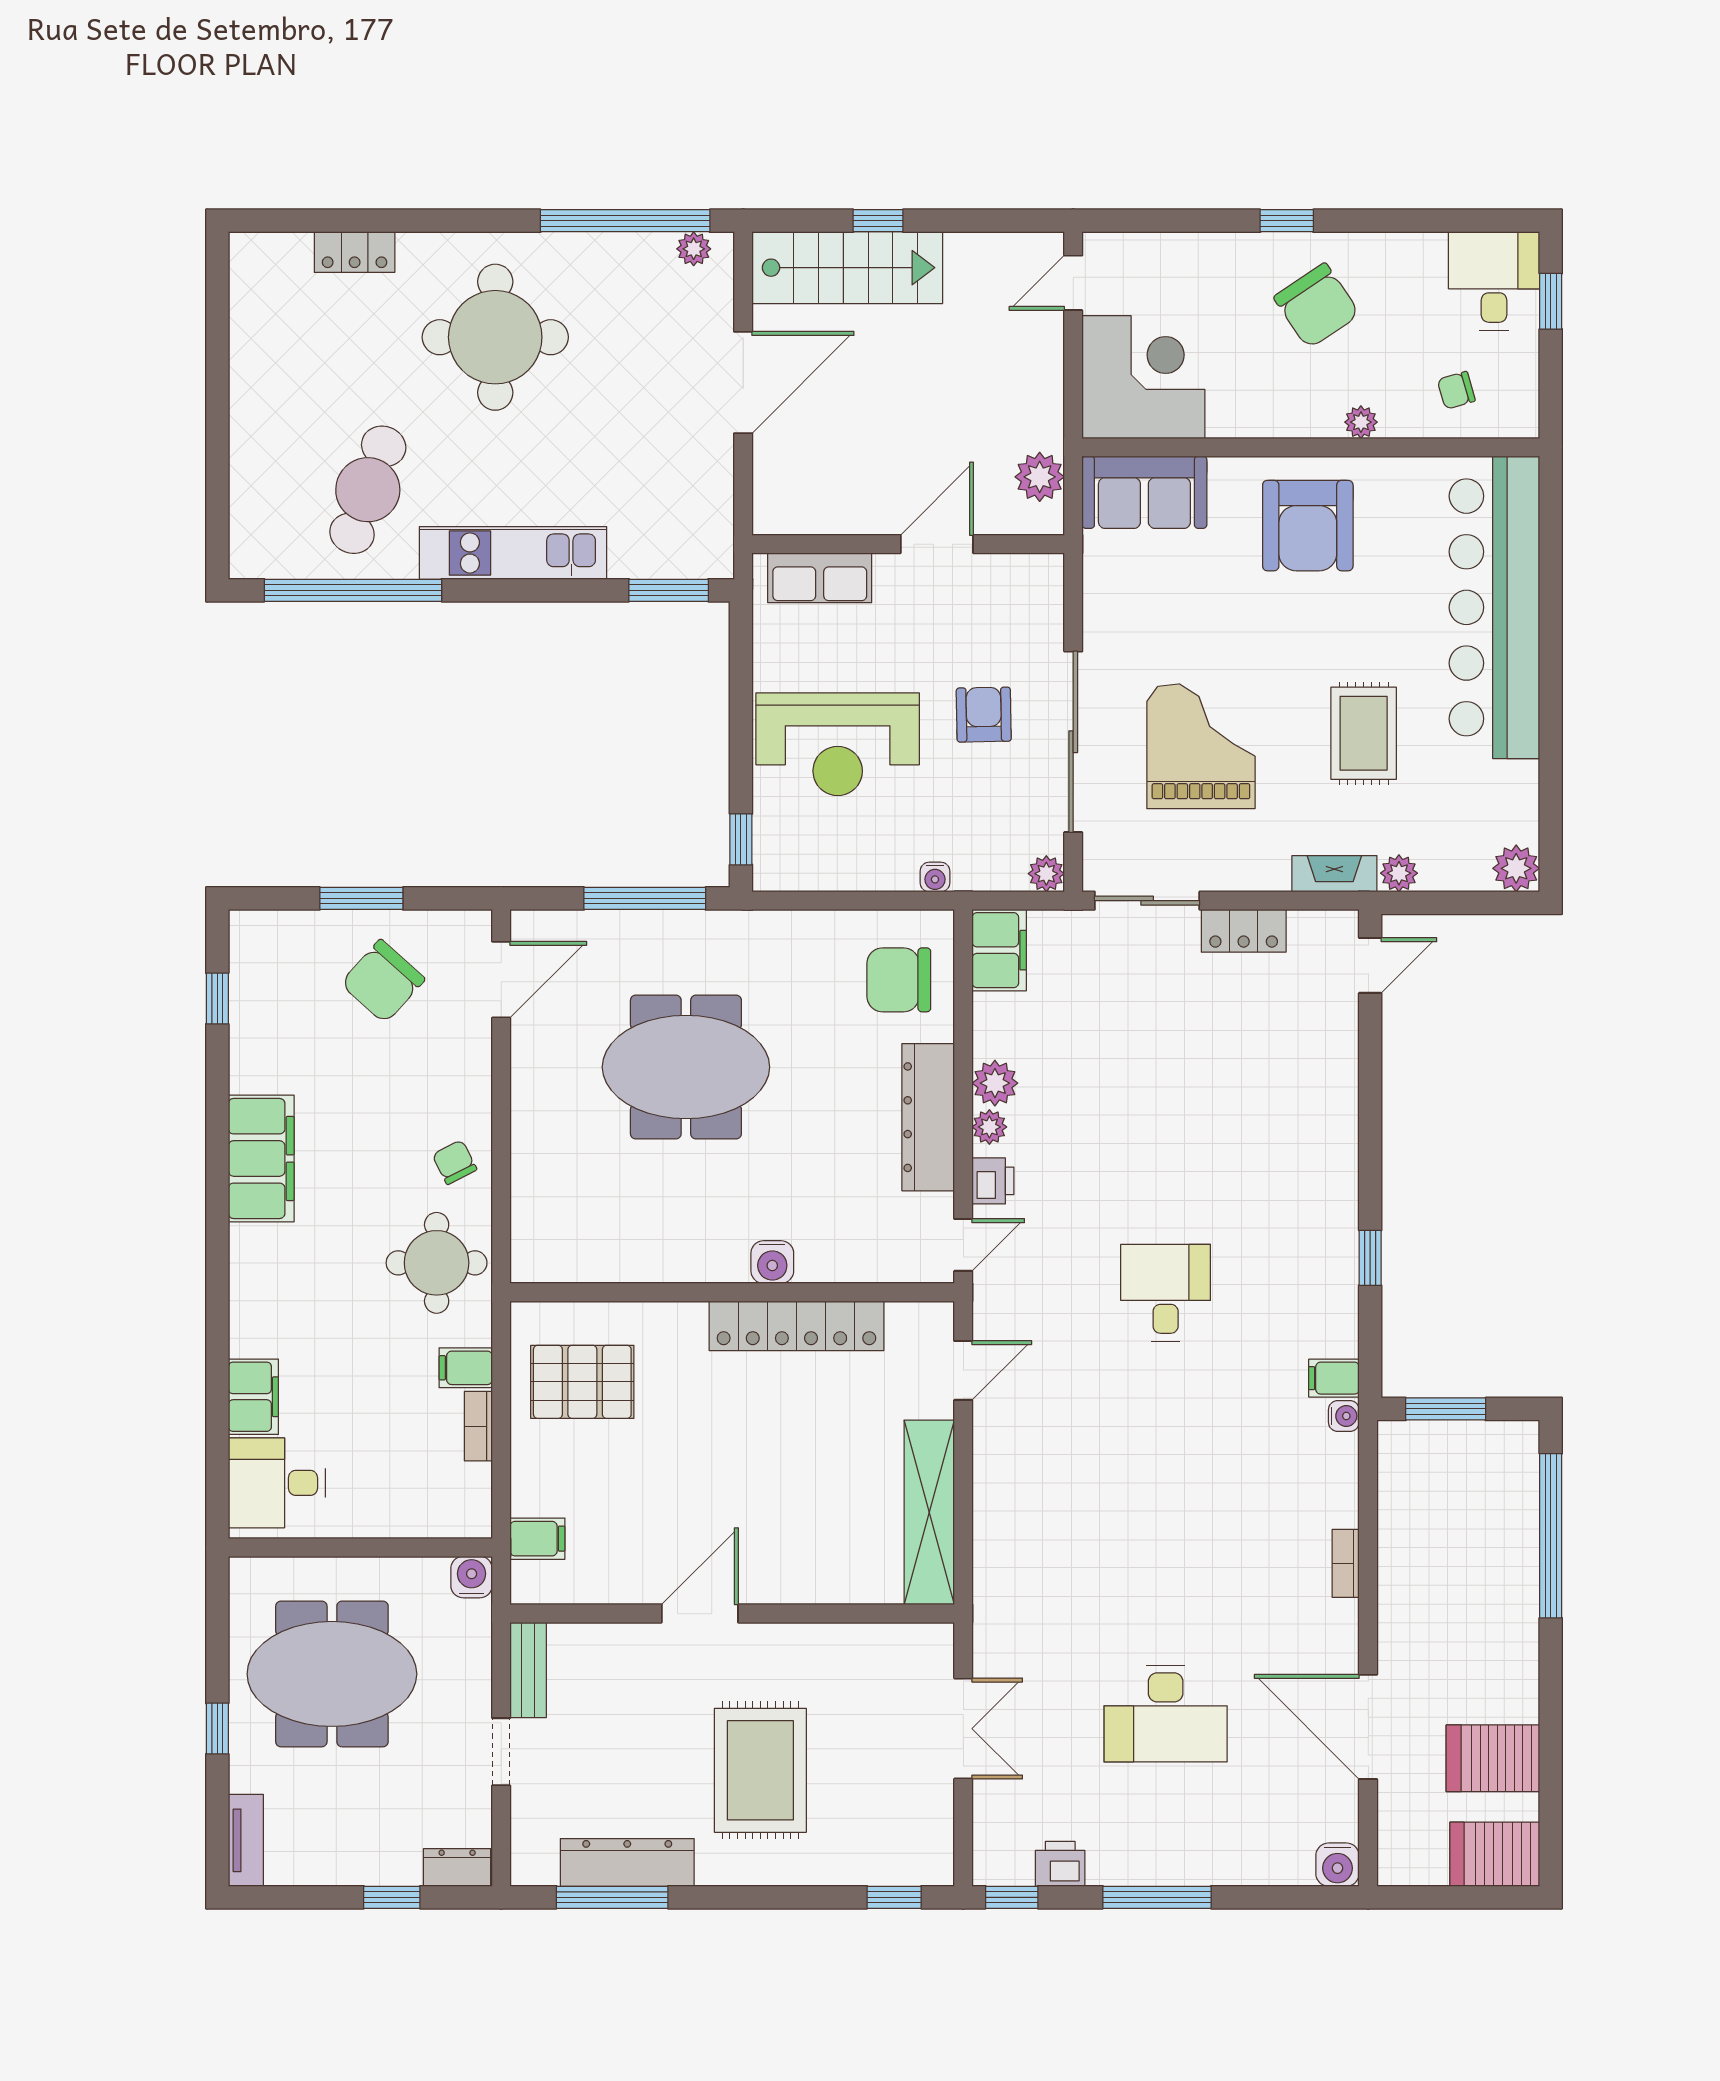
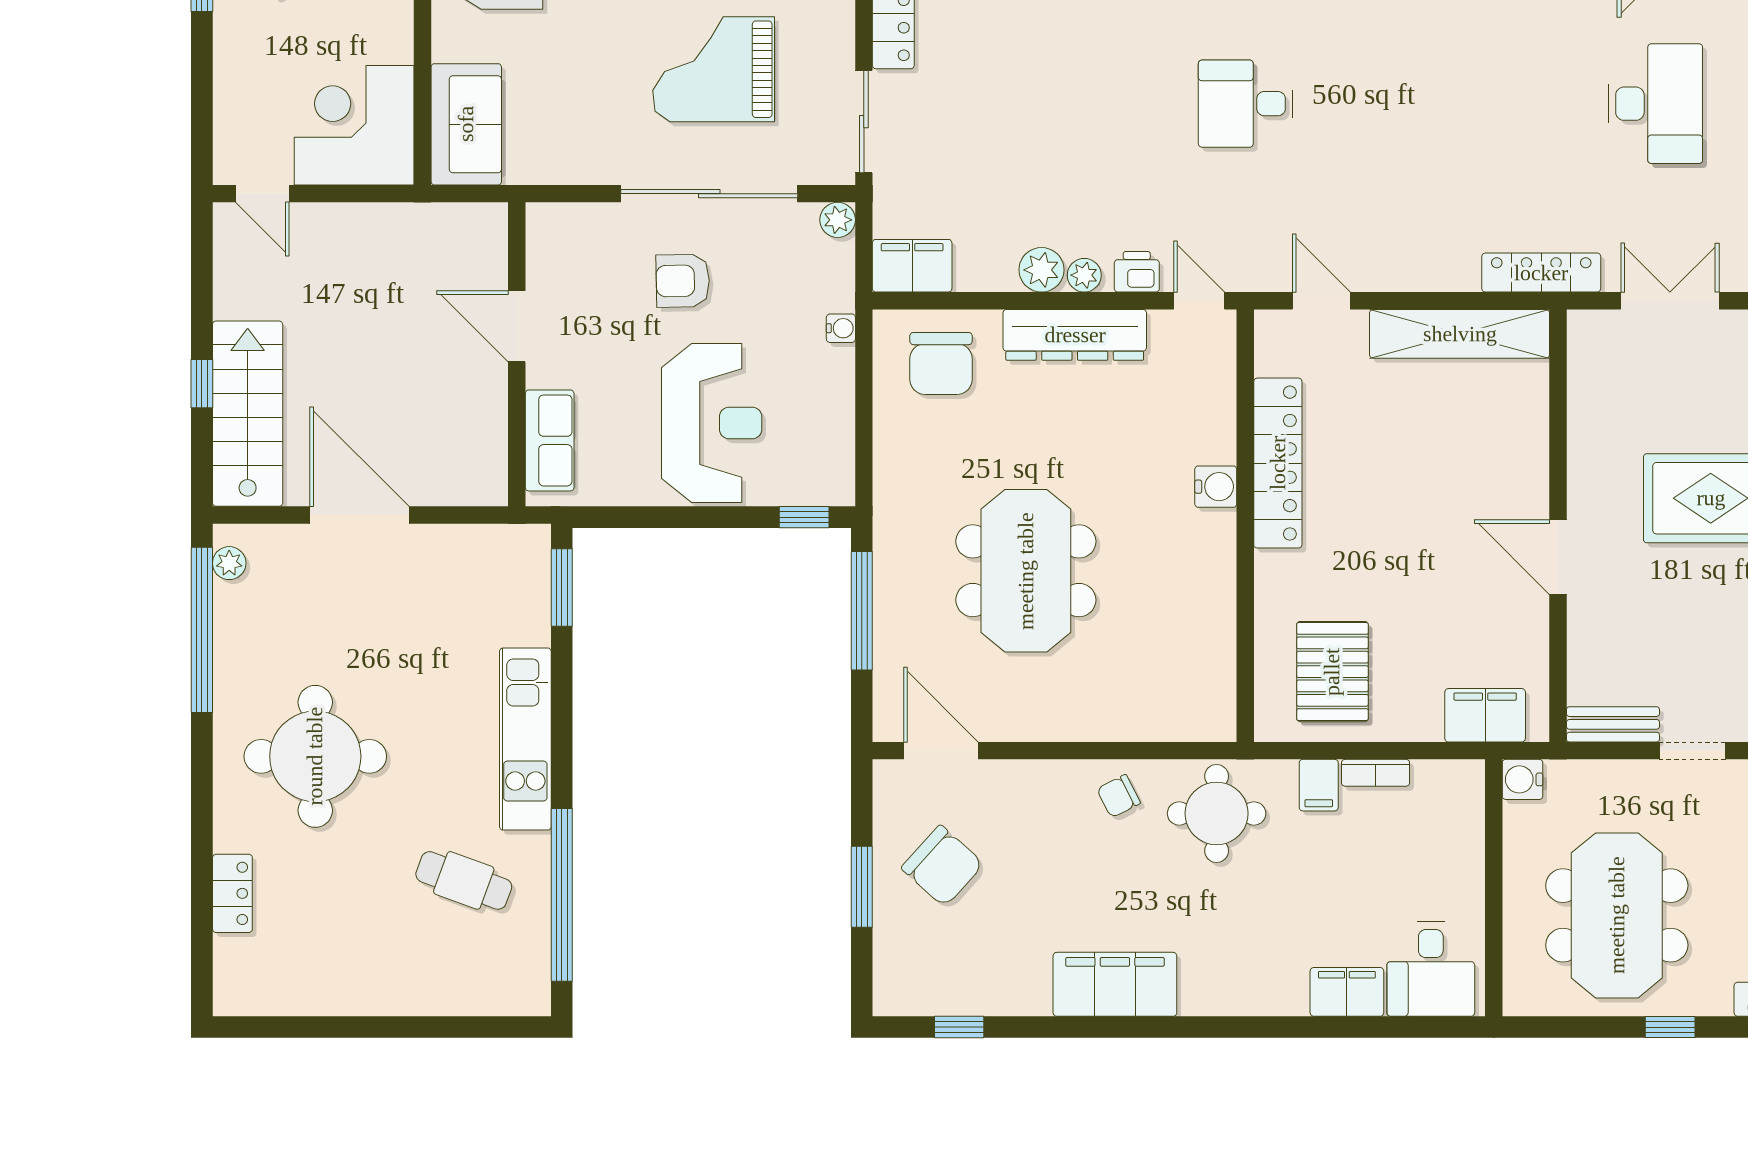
plant: (1040, 477) -> (451, 226), removed
cafe table: (368, 490) -> (464, 880), width x0.73, depth x0.74
filing cabinet: (537, 1539) -> (1485, 715), width x2.00
locker: (992, 1596) -> (1541, 273), added

